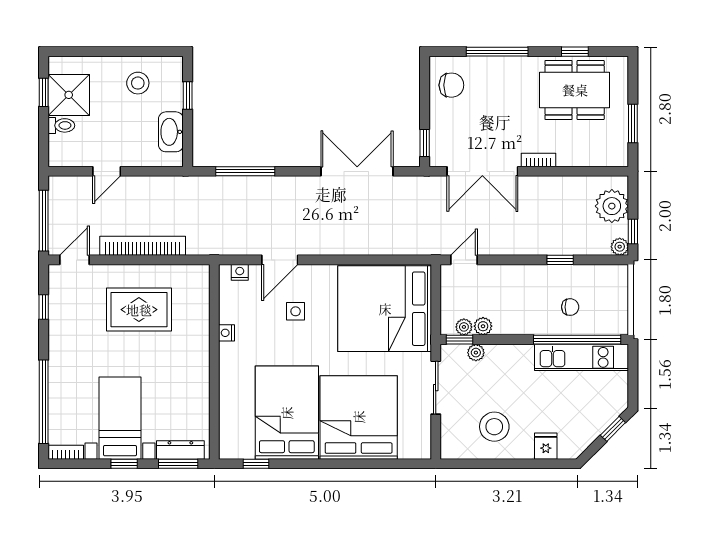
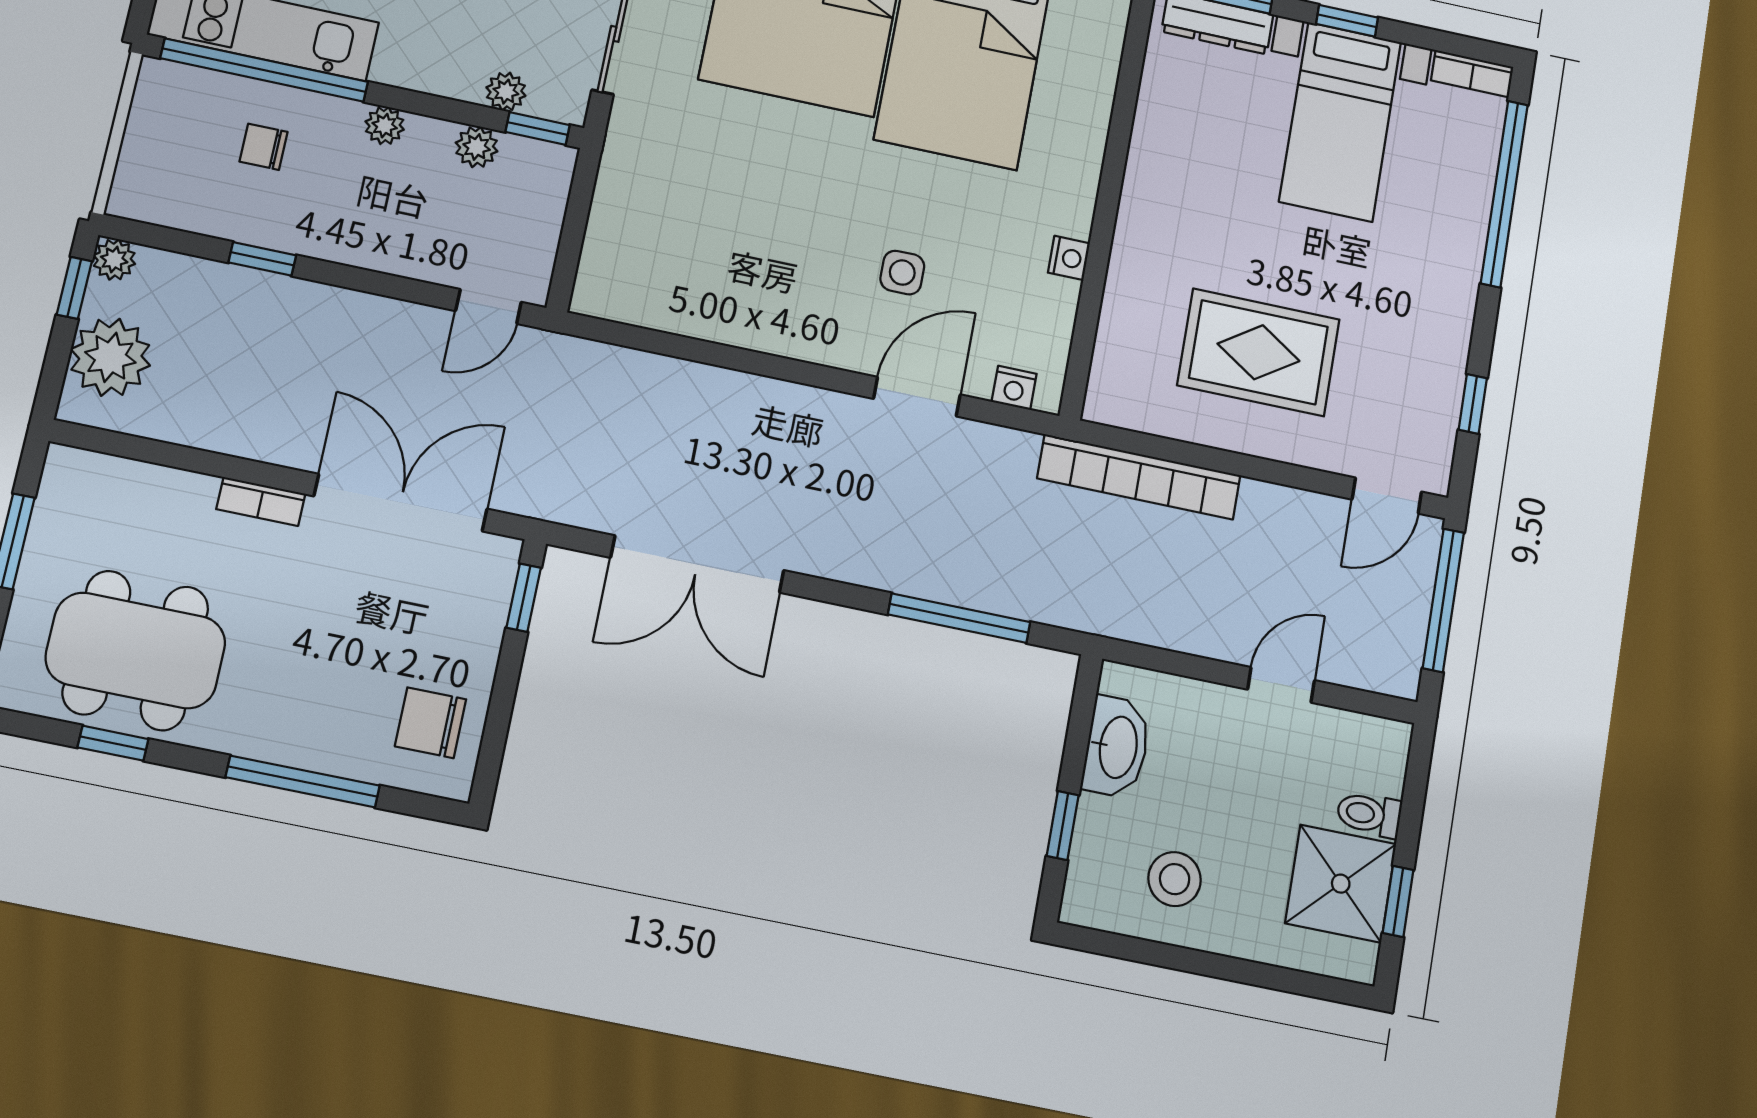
bookcase: (143, 246) -> (1139, 477), moved
bed: (385, 309) -> (696, 235), removed
plant: (464, 327) -> (385, 126), moved

